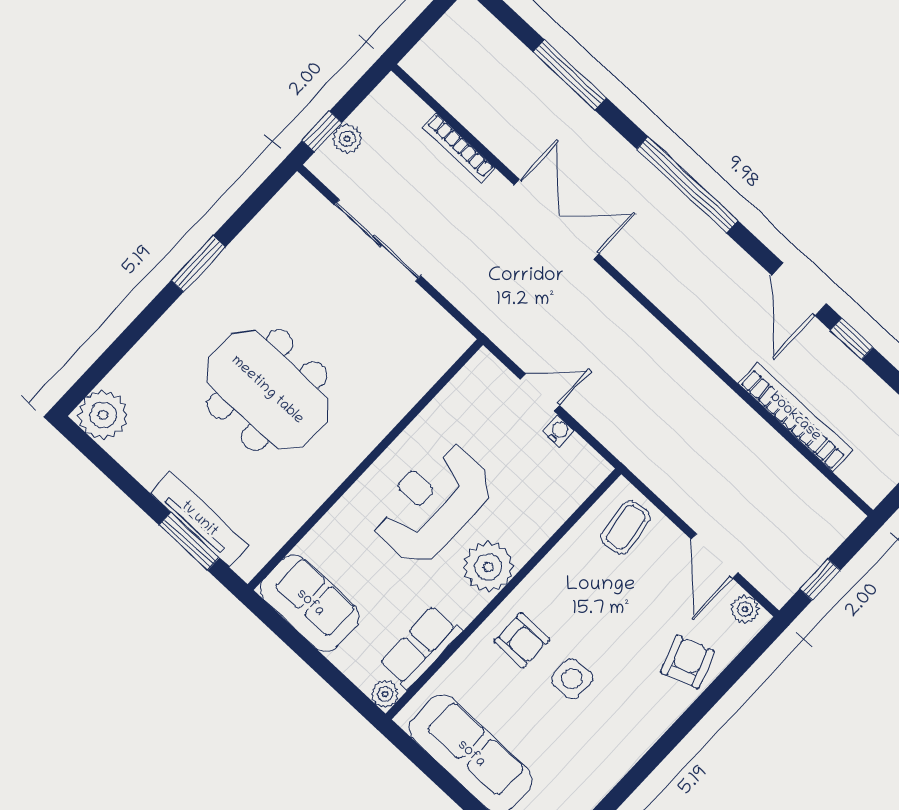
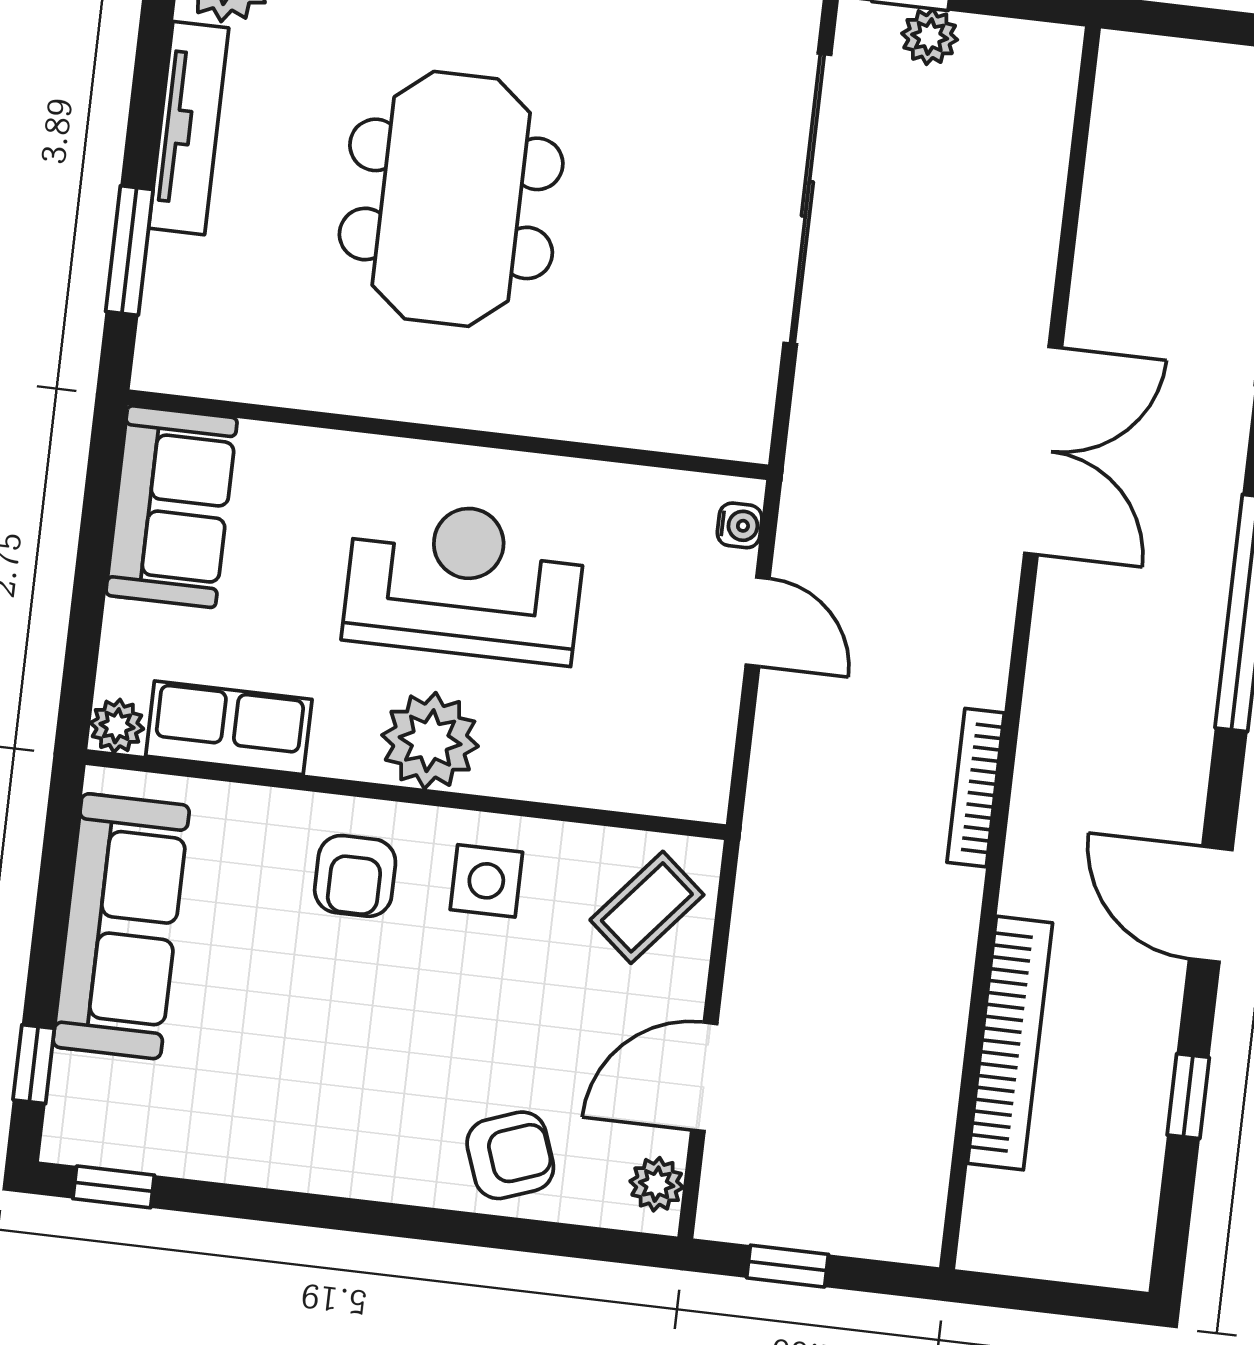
bookcase: (459, 148) -> (976, 788), moved
sliding door: (378, 240) -> (807, 199), width x1.36
door: (799, 289) -> (1211, 904), hinge flipped
window: (852, 339) -> (1188, 1096), moved
water cooler: (559, 431) -> (740, 525), moved
tv unit: (199, 519) -> (189, 128), moved
coffee table: (626, 527) -> (647, 907), turned -42
side table: (572, 679) -> (486, 881), moved

